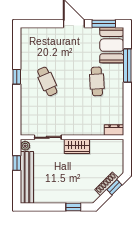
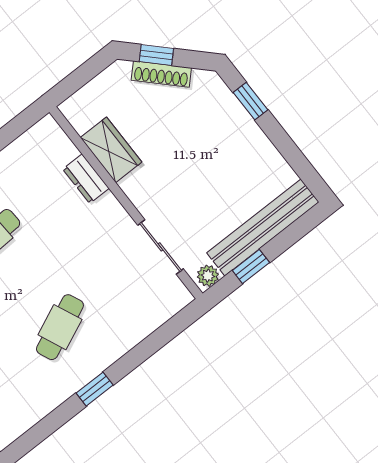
dresser: (114, 130) -> (86, 179), moved
wardrobe: (77, 146) -> (111, 150), moved

